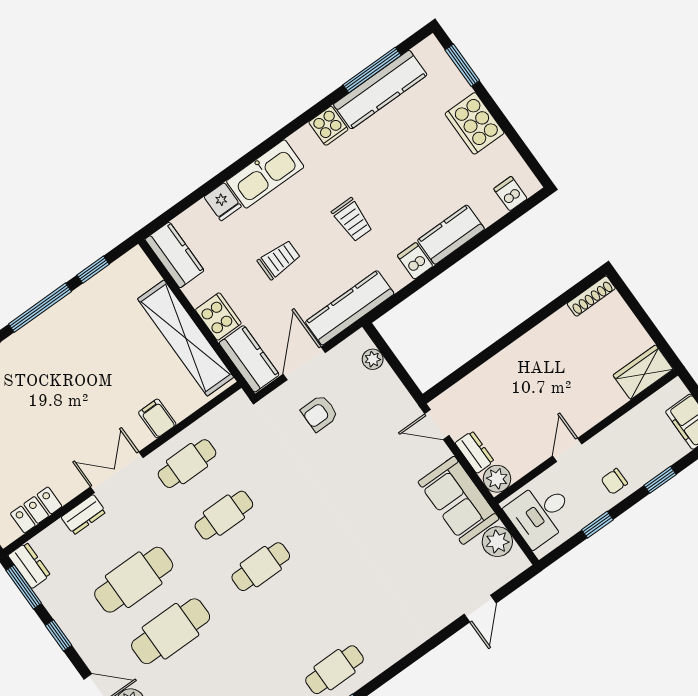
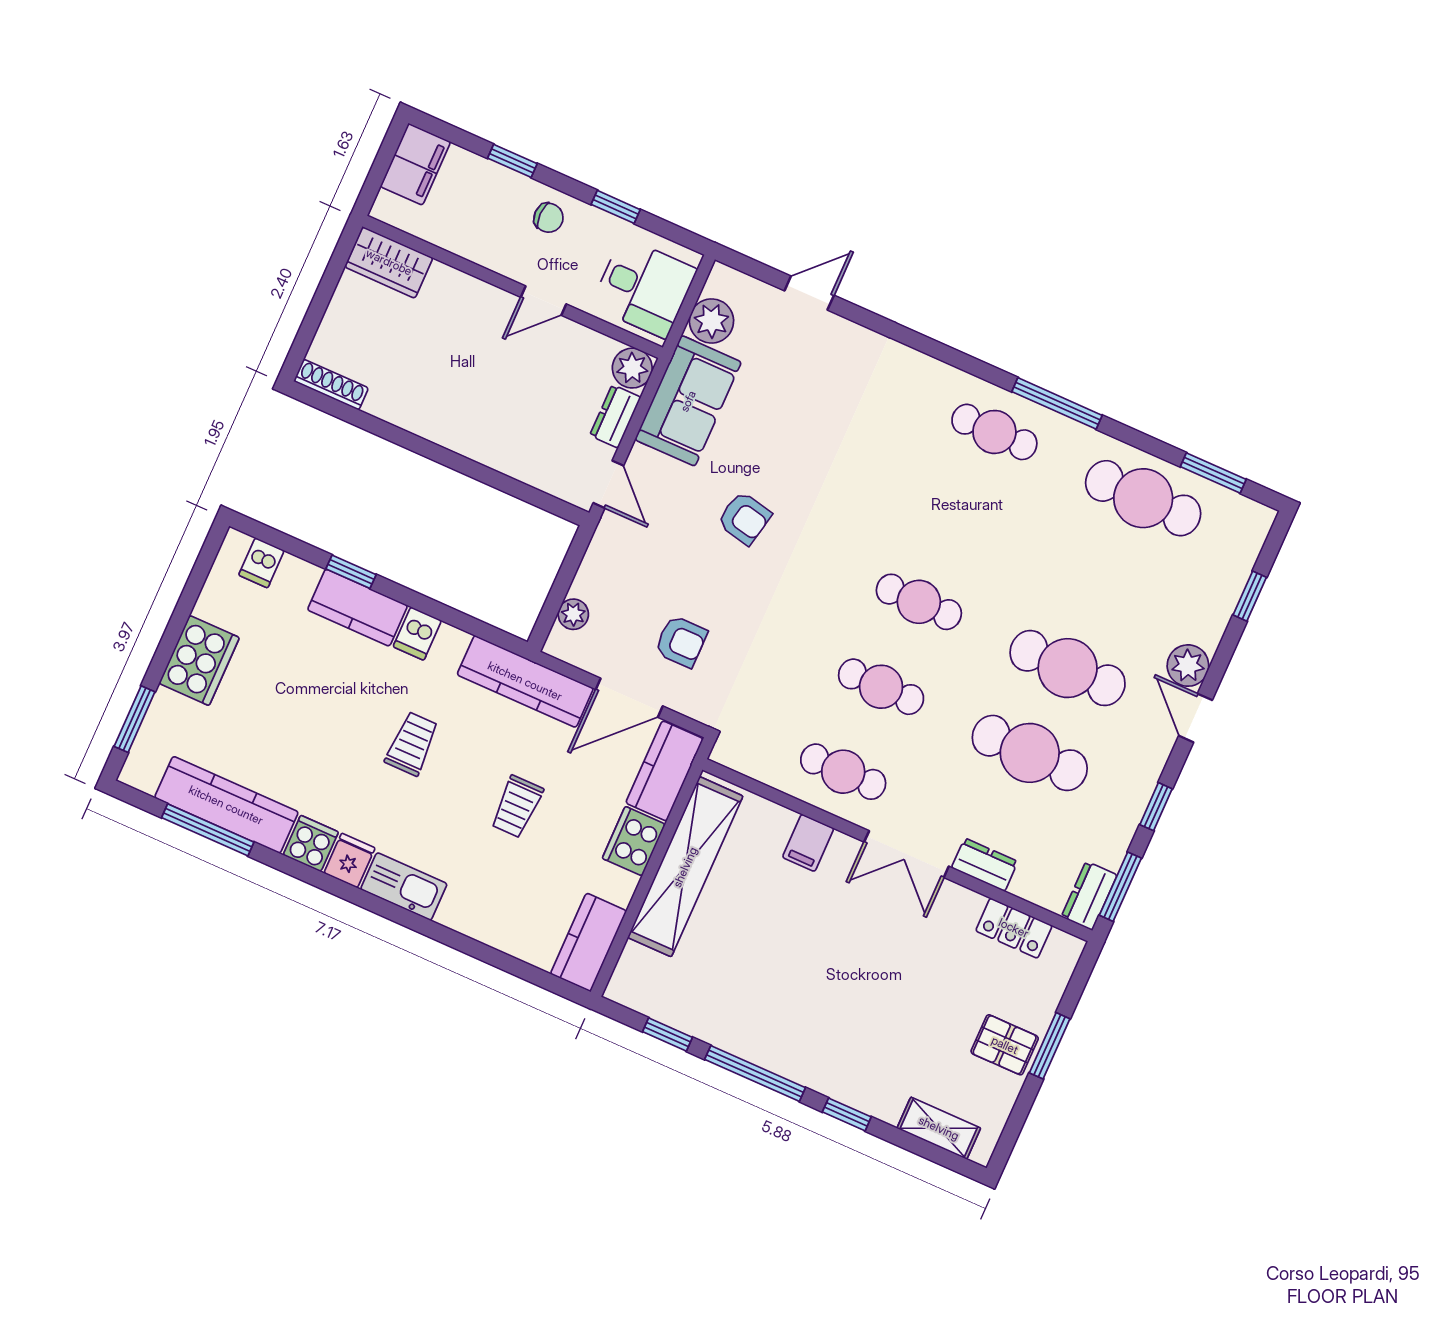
kitchen sink: (265, 174) -> (404, 887), width x0.73, depth x0.81
fridge: (223, 202) -> (349, 861), moved
window: (474, 243) -> (351, 572), added
trolley: (279, 260) -> (517, 807), turned -90
armchair: (370, 493) -> (744, 518), added

